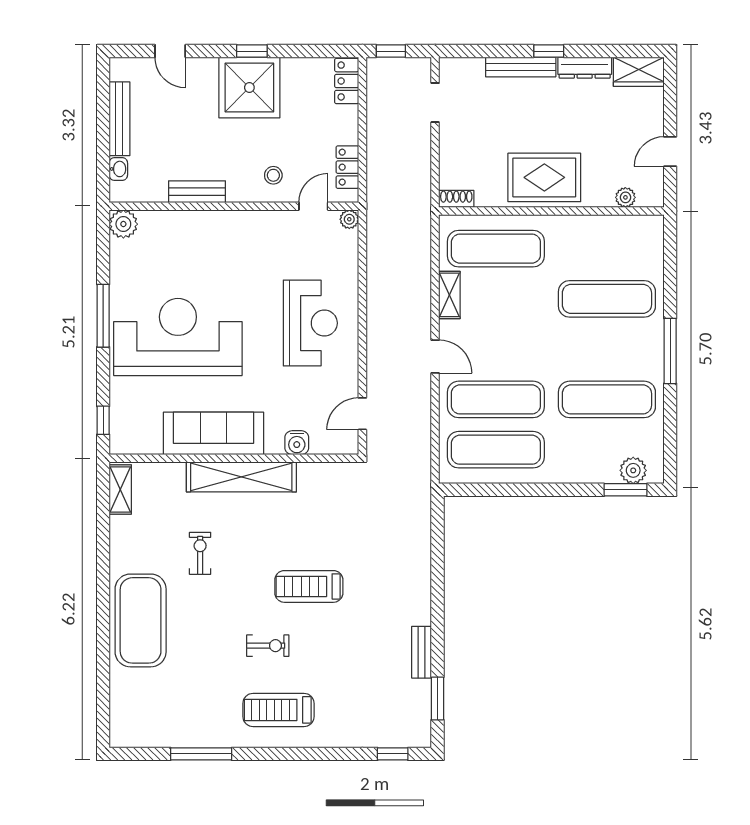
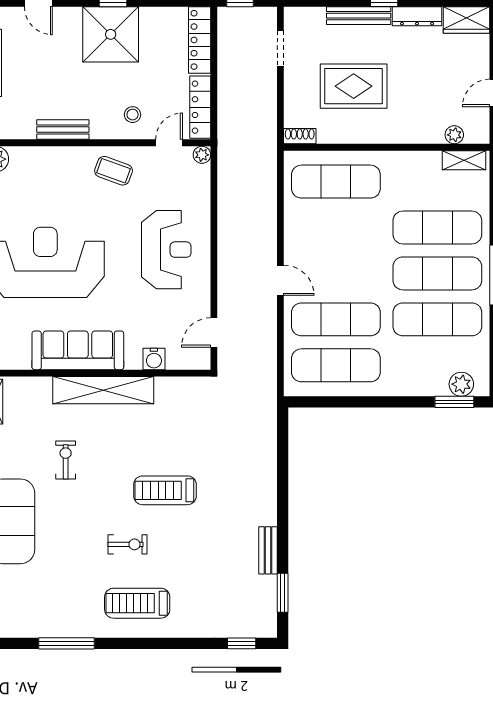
locker: (347, 81) -> (200, 40), width x1.53
locker: (347, 167) -> (200, 107), width x1.53
rug: (544, 177) -> (354, 86), moved
coffee table: (253, 237) -> (114, 171), added
shelving: (449, 295) -> (464, 160), moved, turned 90
exercise mat: (607, 349) -> (437, 273), added

